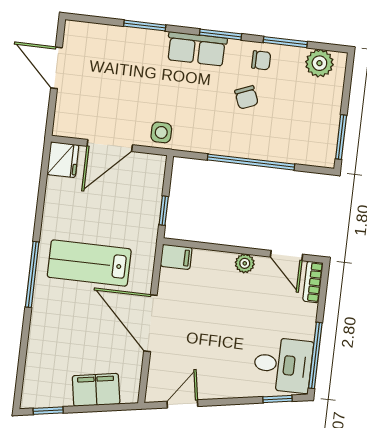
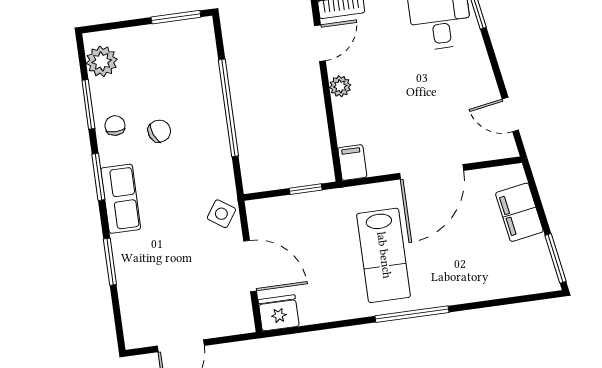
side table: (161, 132) -> (221, 214), turned 34
window: (48, 411) -> (555, 258), width x1.50

